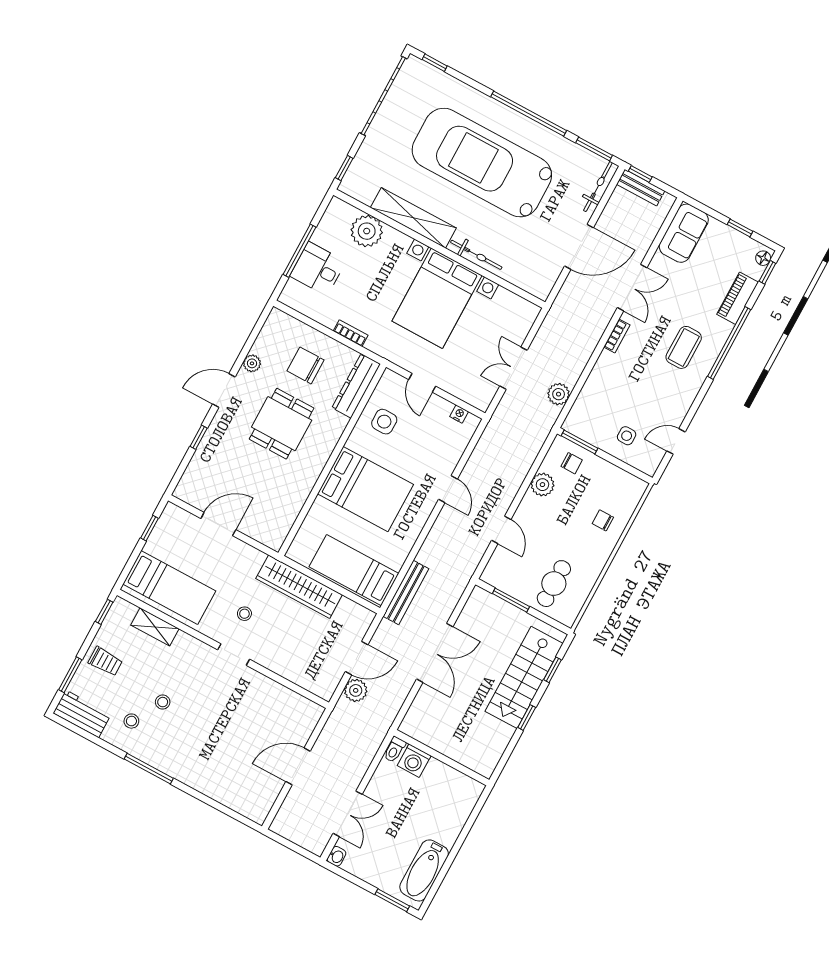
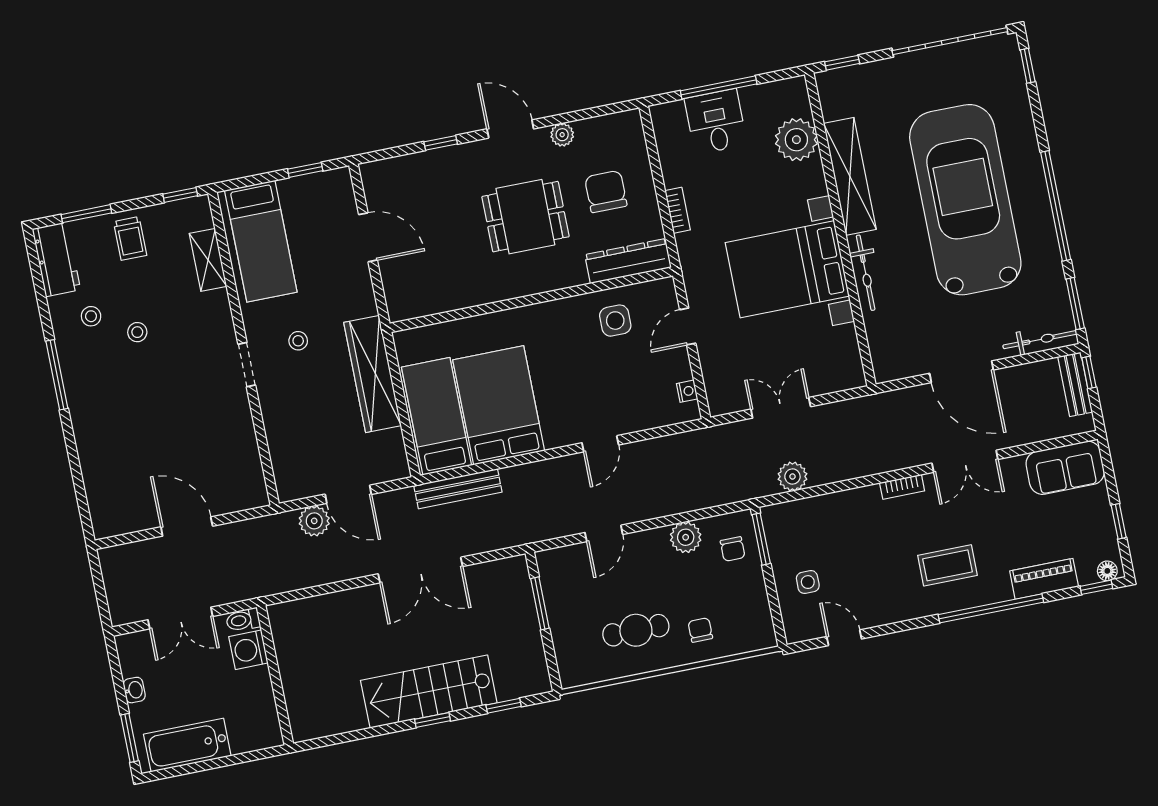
bed: (365, 489) -> (499, 405), moved, turned 180
cafe table: (554, 584) -> (636, 630), moved
stairs: (524, 677) -> (429, 692), moved
toilet: (394, 750) -> (243, 620), moved
wall: (442, 758) -> (275, 675), moved
washing machine: (414, 761) -> (248, 650), moved
washbasin: (337, 856) -> (134, 690), moved, turned -90

